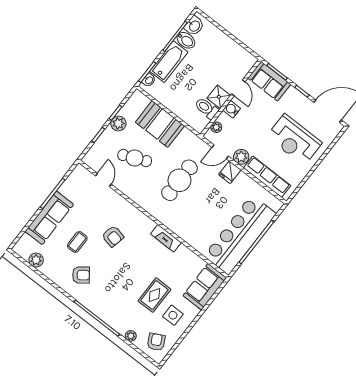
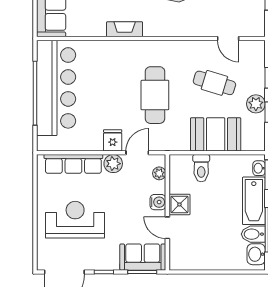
toilet: (207, 108) -> (201, 168), moved, turned 90
cafe table: (135, 158) -> (214, 83), turned 40

